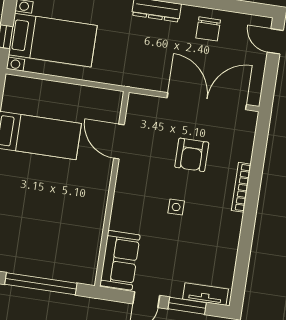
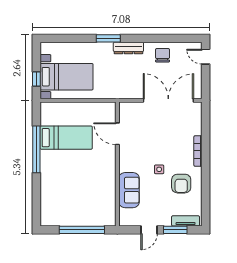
chair: (208, 29) -> (163, 55), turned 180
armchair: (192, 155) -> (181, 184), moved
sofa: (120, 260) -> (129, 190), moved

